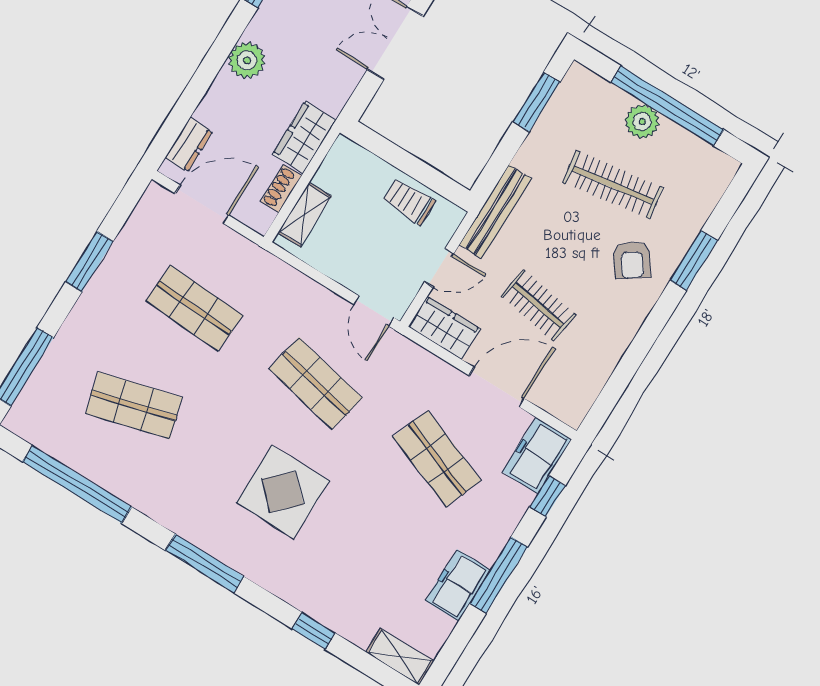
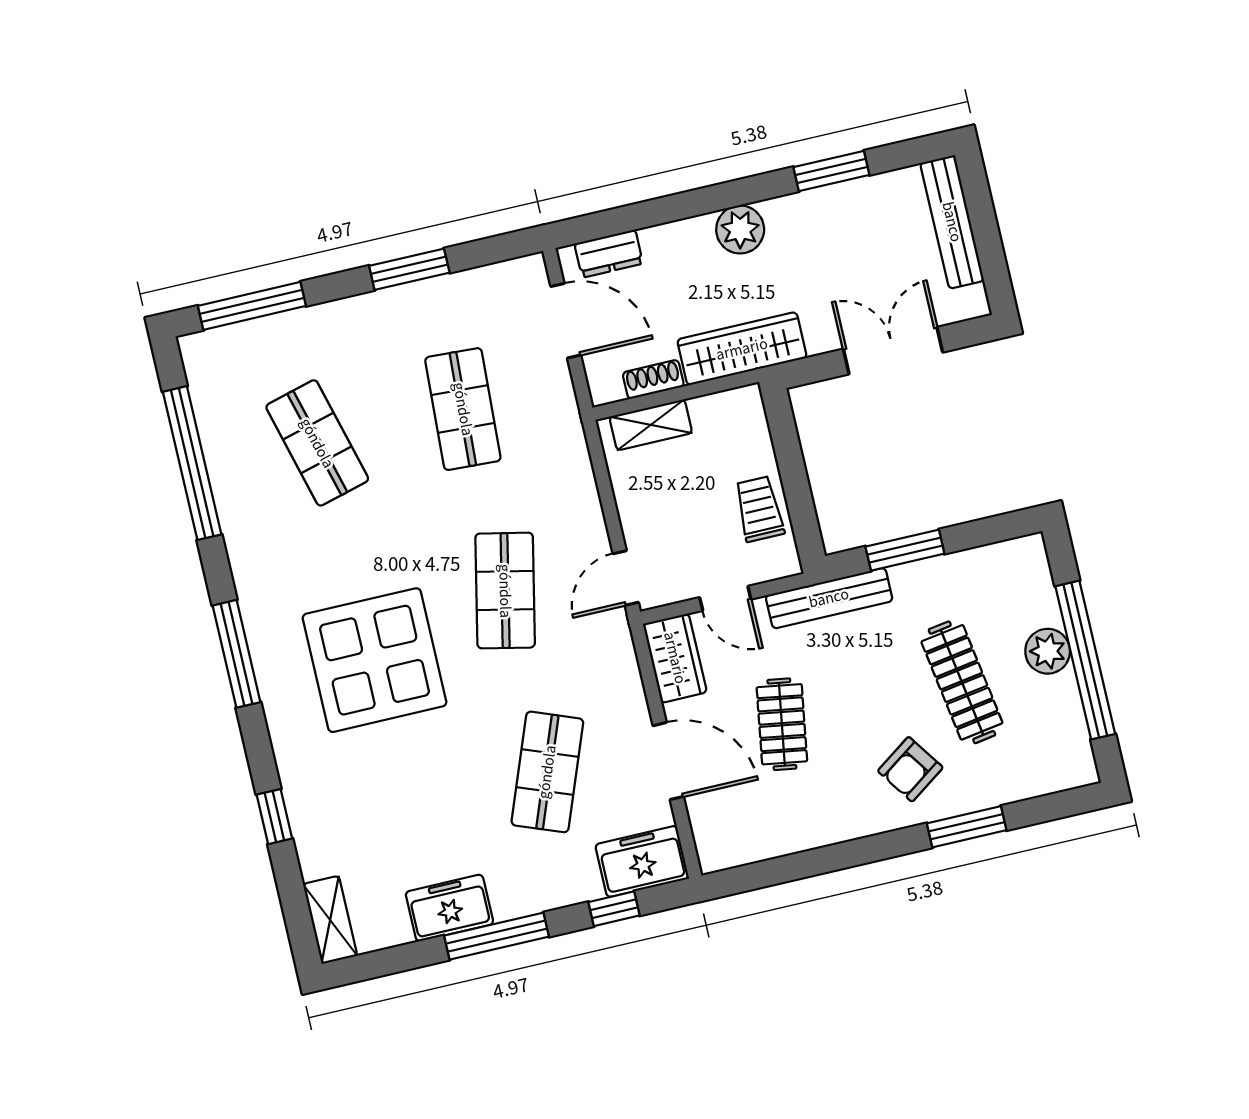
window: (536, 102) -> (905, 550), moved
wardrobe: (304, 137) -> (742, 349), width x1.50
display table: (283, 492) -> (375, 660), width x1.36, depth x1.36

